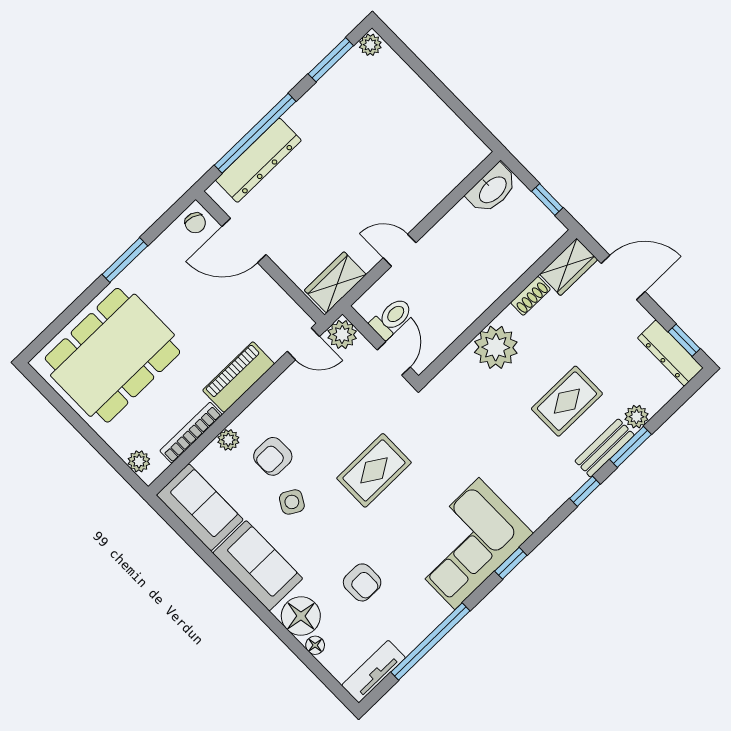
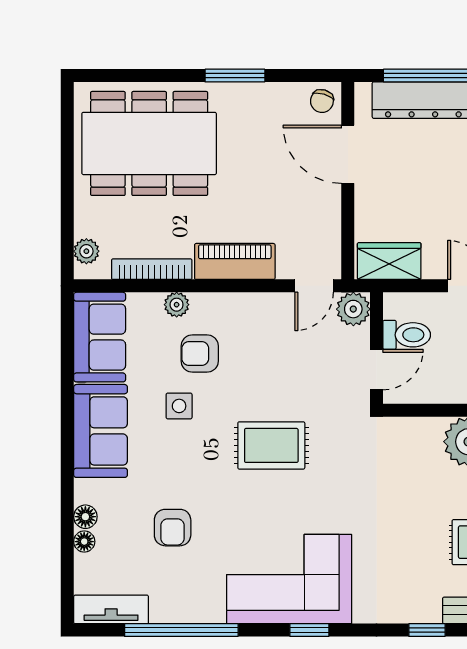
door: (303, 344) -> (314, 286), hinge flipped
side table: (292, 502) -> (179, 406), turned -30
floor lamp: (301, 616) -> (85, 517), width x0.53, depth x0.53

